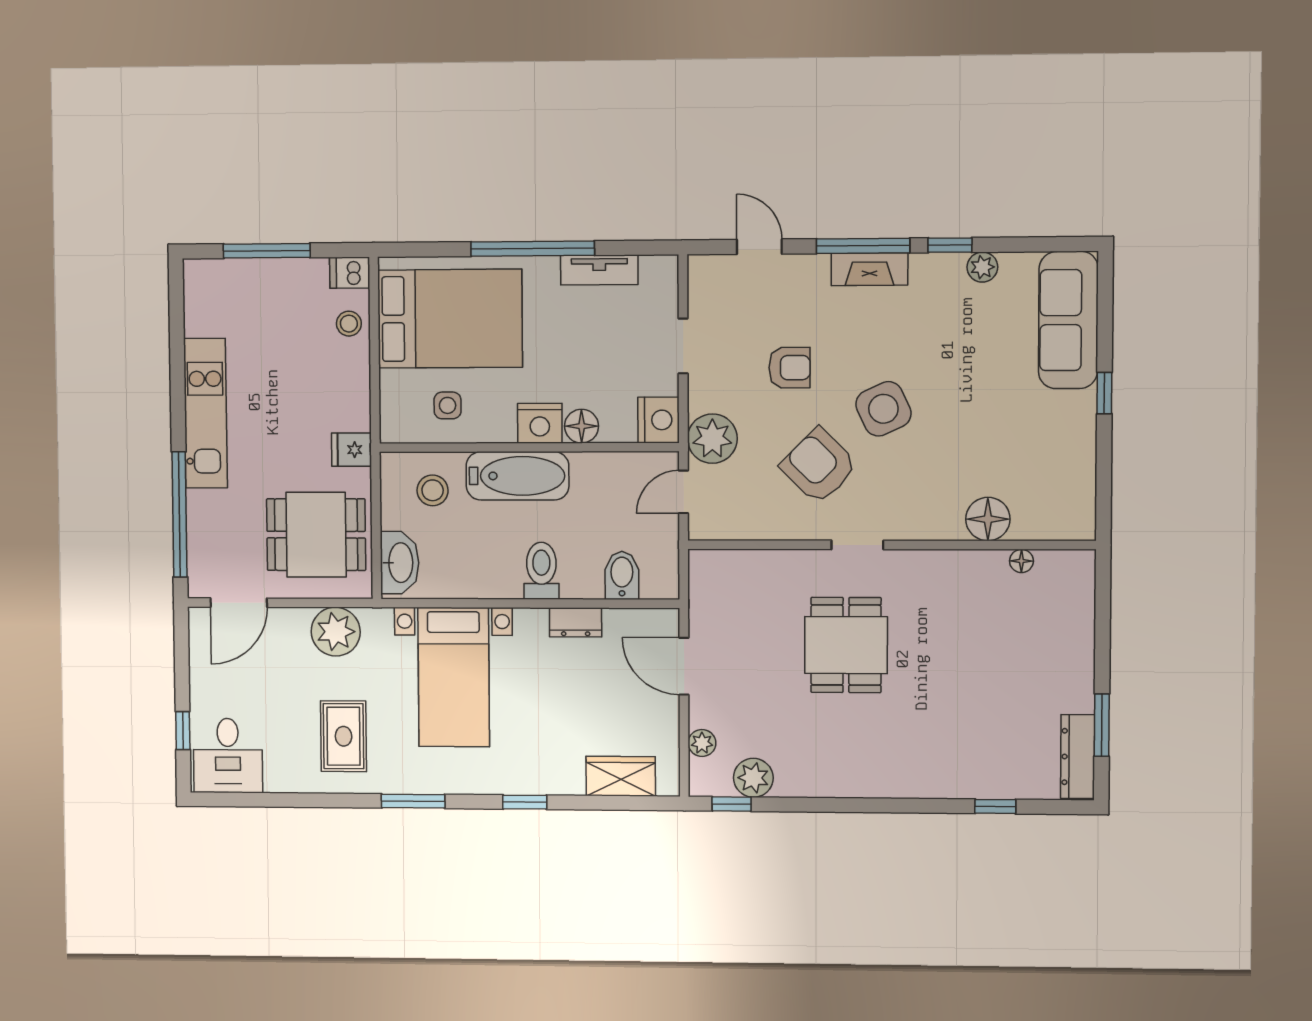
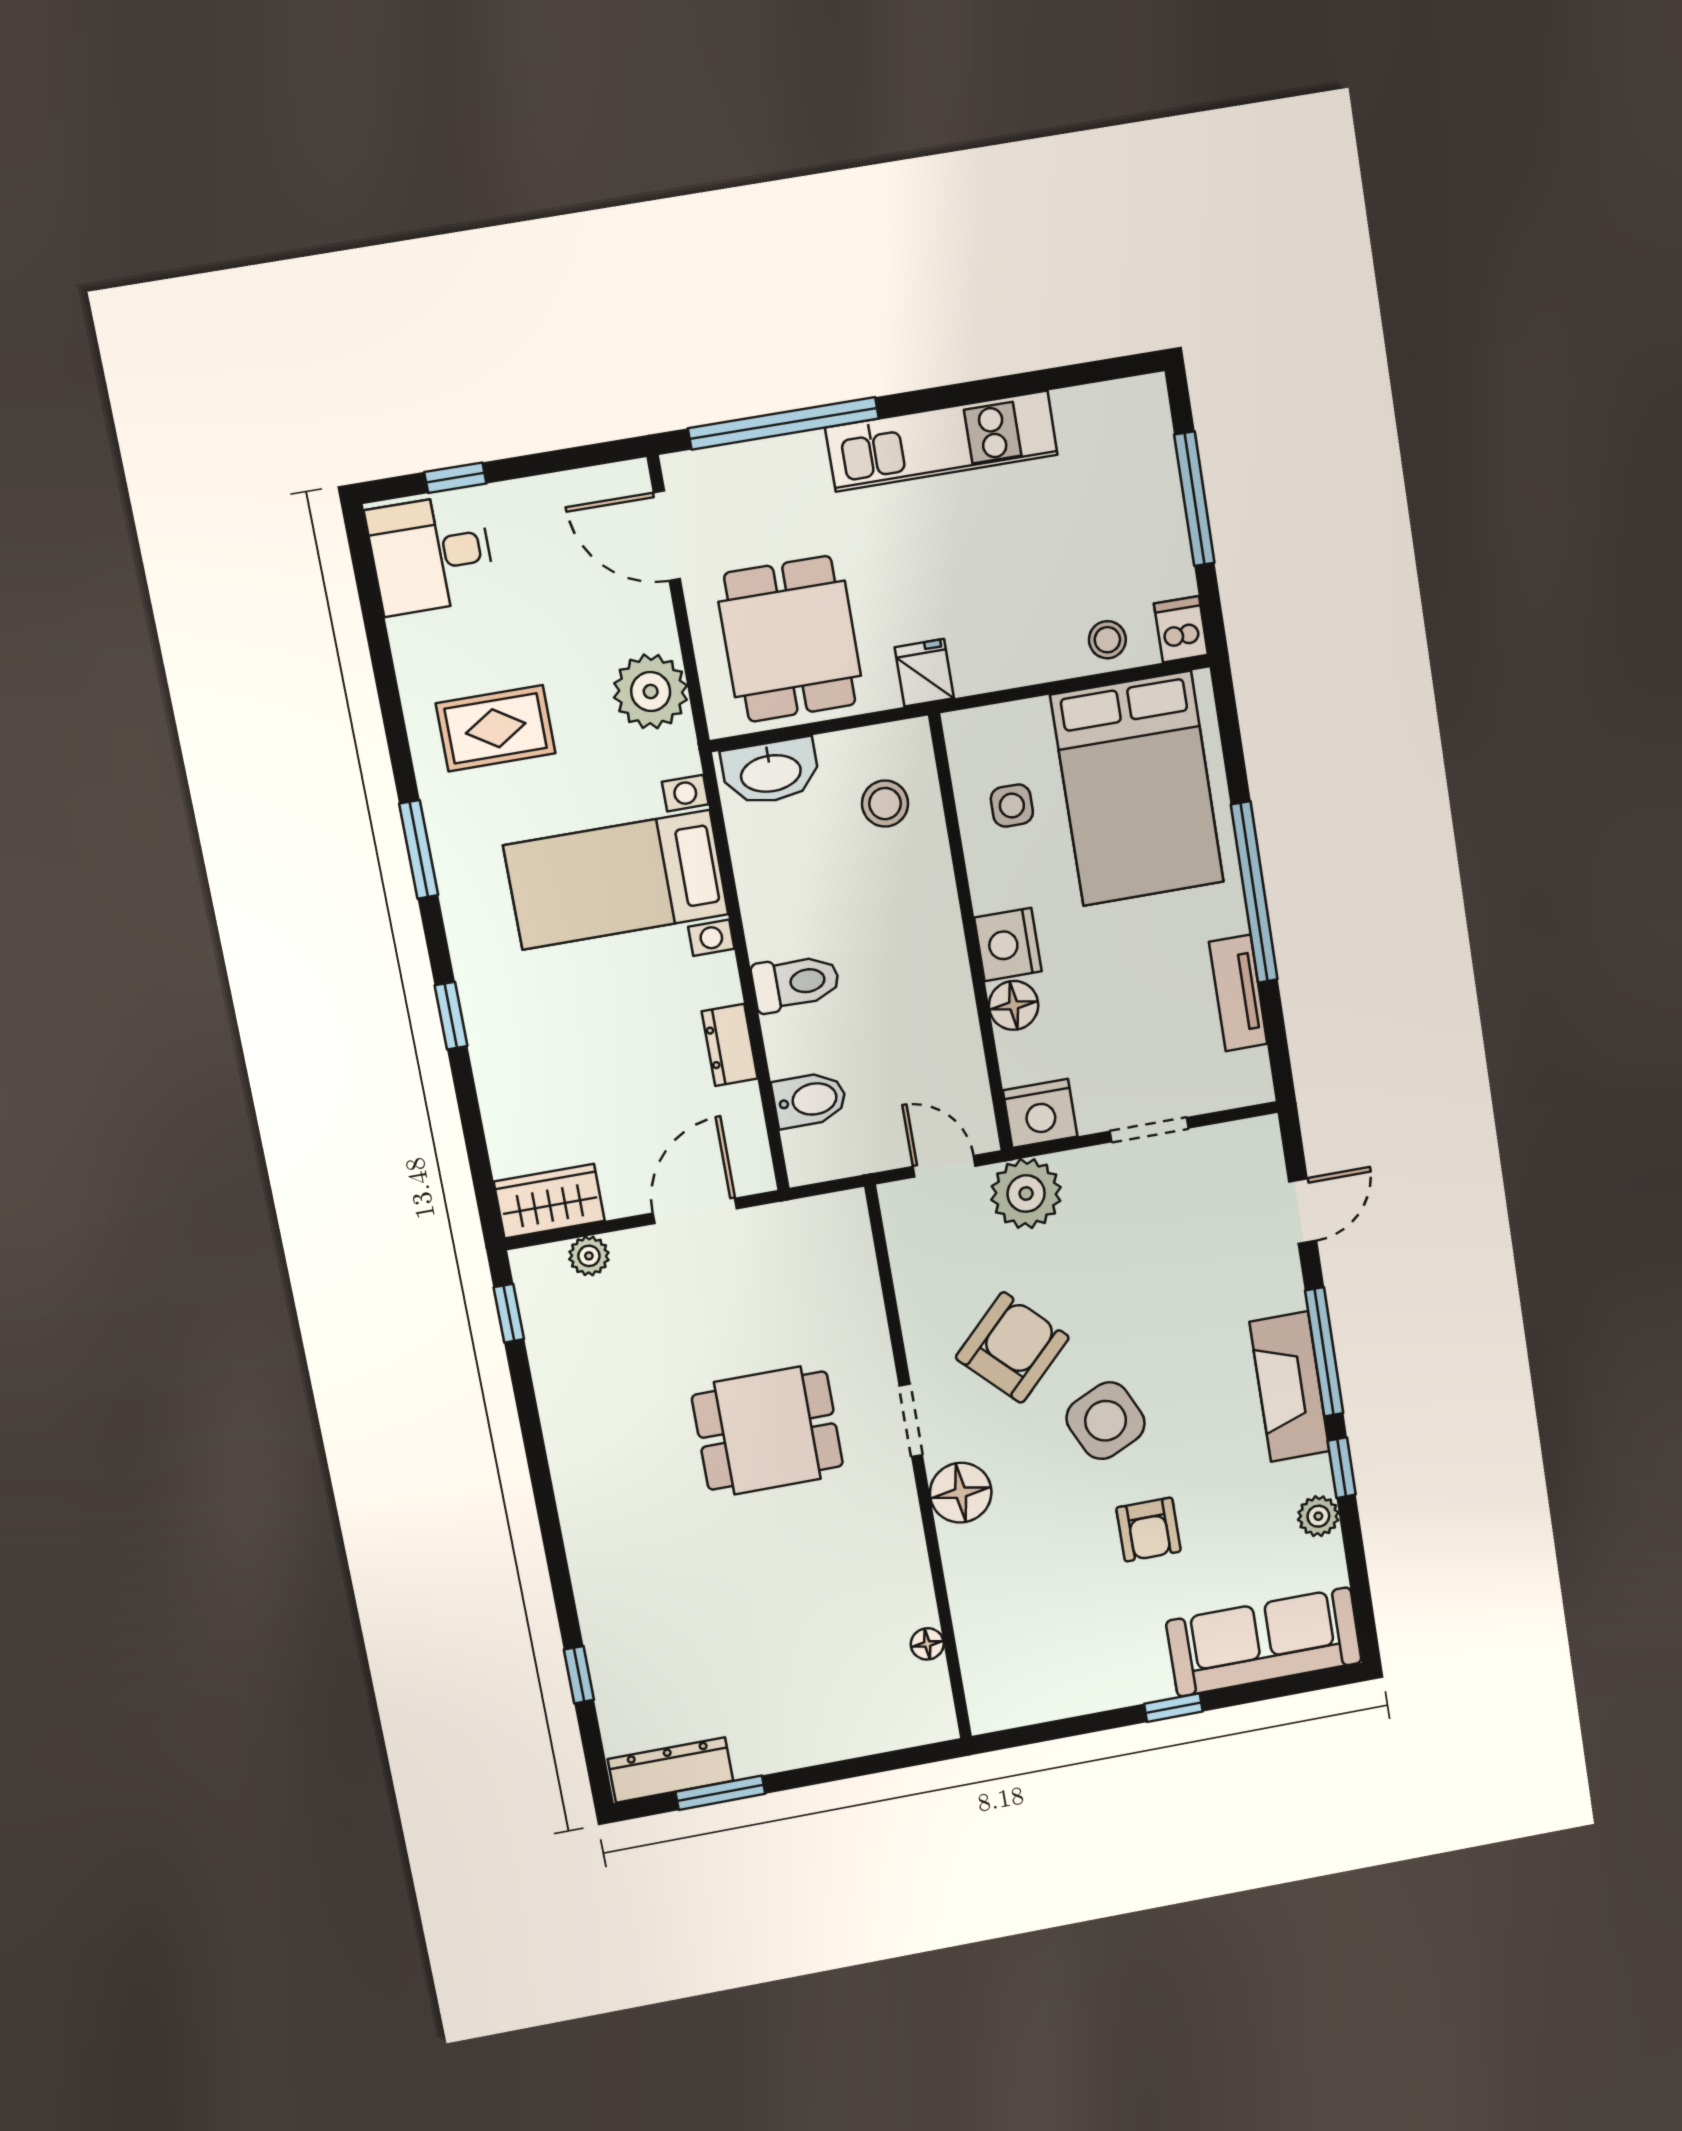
fireplace: (869, 269) -> (1289, 1387), width x1.37, depth x1.32
armchair: (789, 368) -> (1149, 1530), moved
bathtub: (518, 476) -> (927, 925), removed
floor lamp: (988, 519) -> (961, 1493), moved
wardrobe: (621, 776) -> (549, 1201), moved, turned -90
plant: (753, 778) -> (553, 1337), removed

